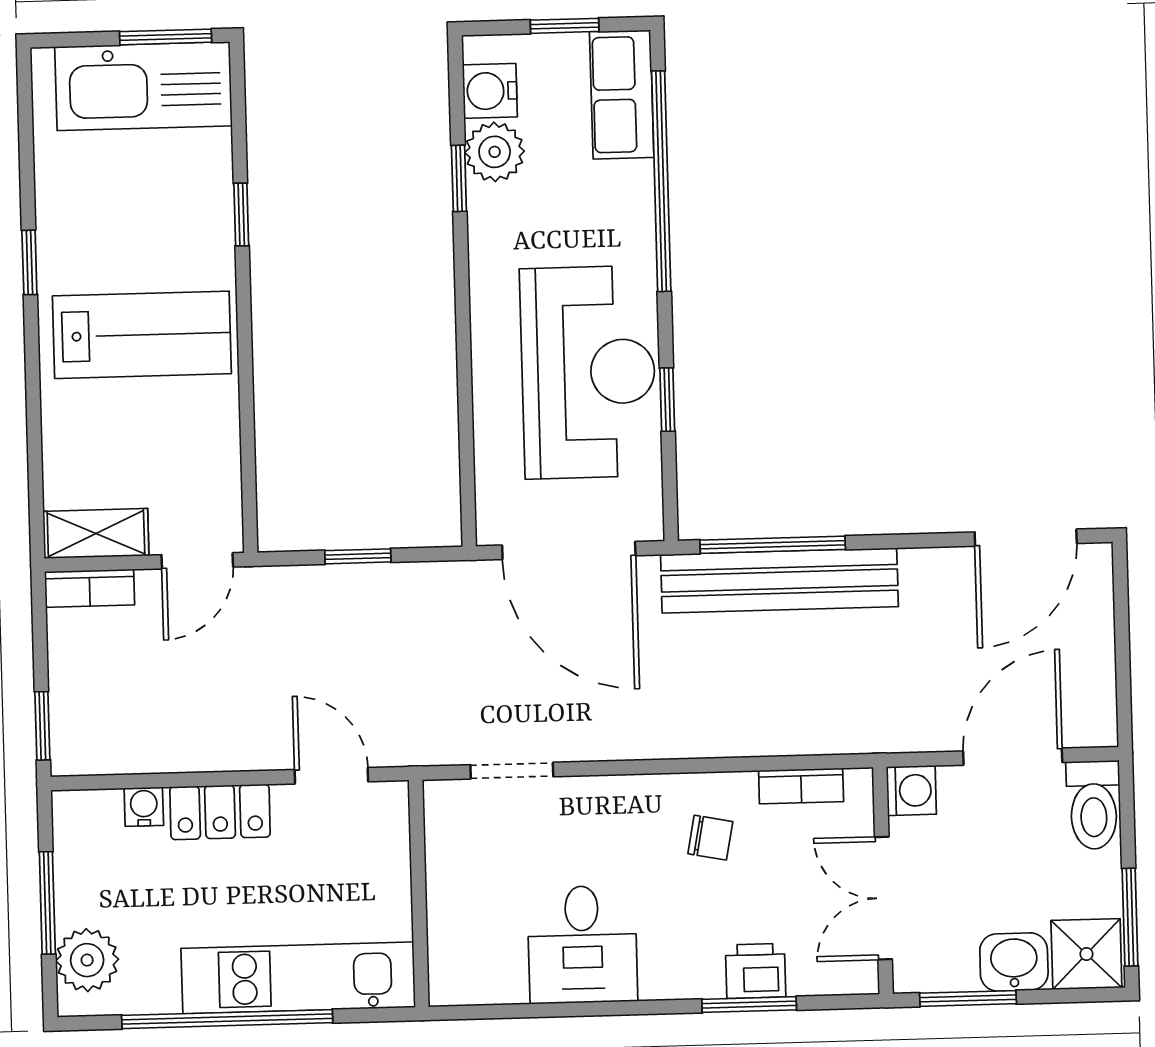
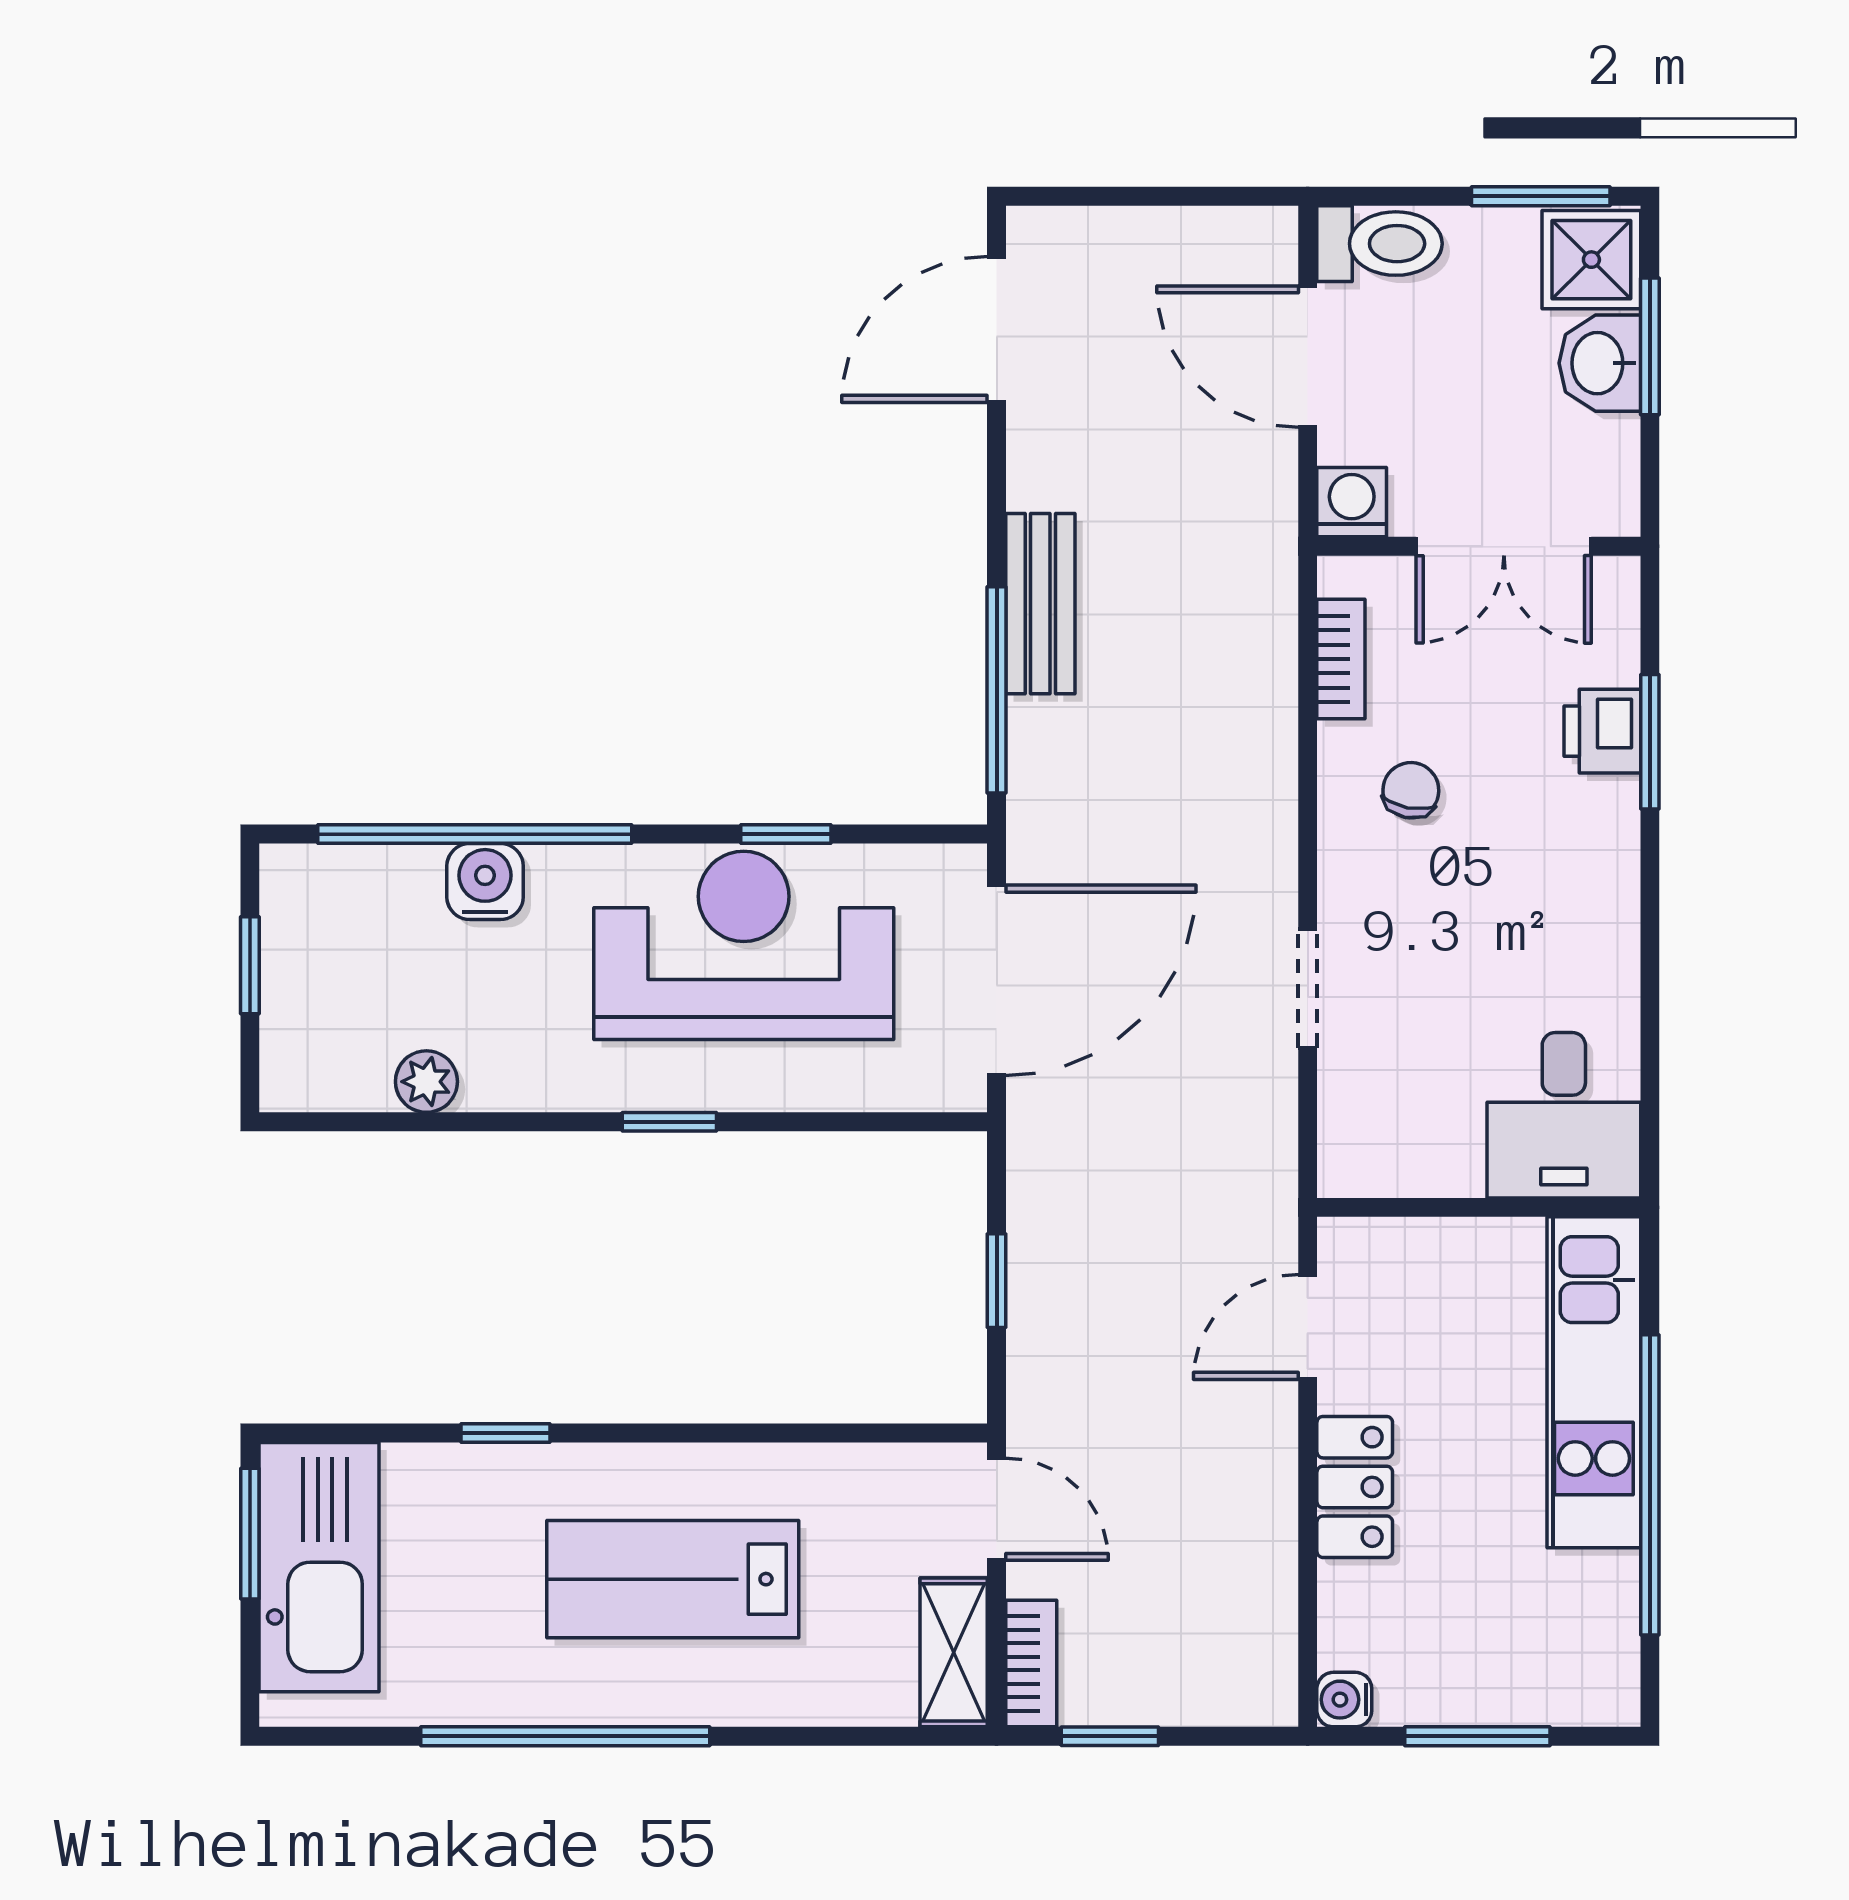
water cooler: (490, 91) -> (485, 882), moved, turned 180
row of seats: (622, 95) -> (350, 887), removed
plant: (495, 152) -> (426, 1082), width x0.73, depth x0.73
window: (459, 178) -> (669, 1122), moved
window: (29, 262) -> (565, 1736), width x3.17
lab bench: (142, 335) -> (673, 1579), turned -90
door: (1026, 538) -> (997, 329), swing flipped
bench: (779, 581) -> (1040, 604), width x0.54, depth x0.82
window: (42, 726) -> (1110, 1736), moved
doorway: (512, 771) -> (1308, 988), moved
water cooler: (144, 807) -> (1344, 1700), moved
desk: (582, 944) -> (1564, 1115), moved, turned 90
plant: (87, 960) -> (1560, 1682), removed
window: (968, 998) -> (1650, 346), moved

